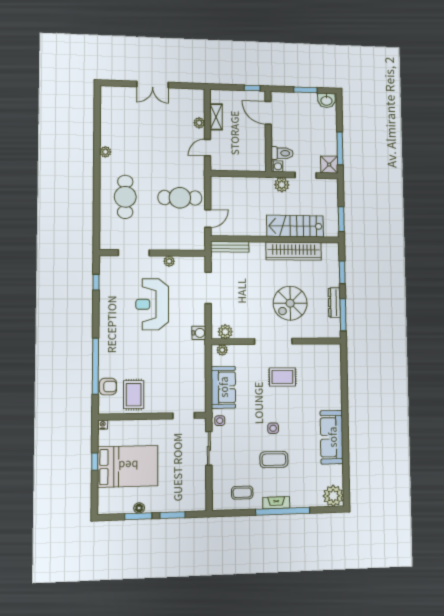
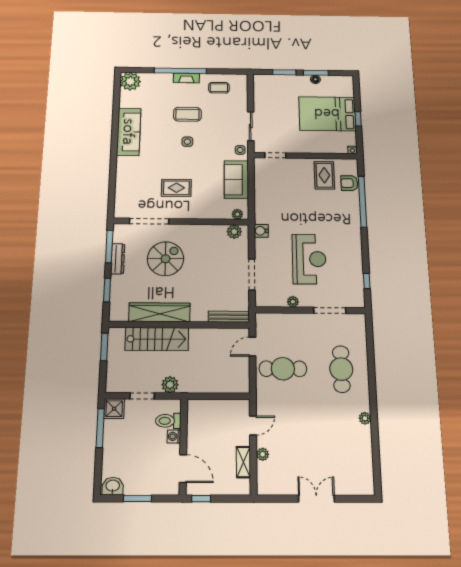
washing machine: (277, 166) -> (174, 436), moved
doorway: (273, 341) -> (149, 221), moved

